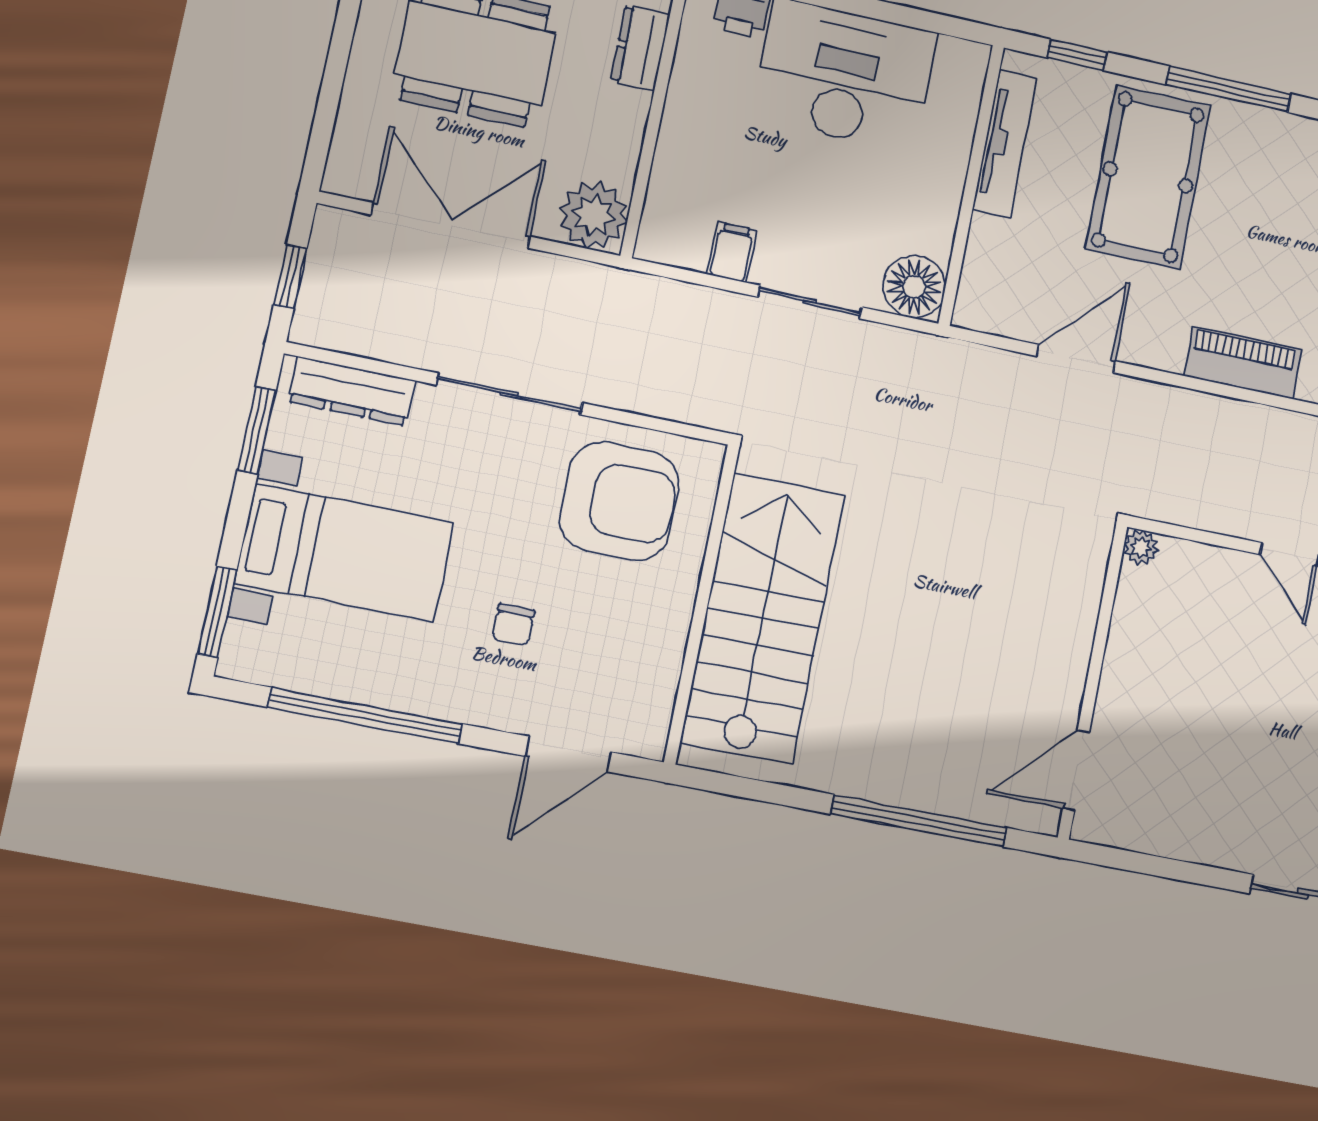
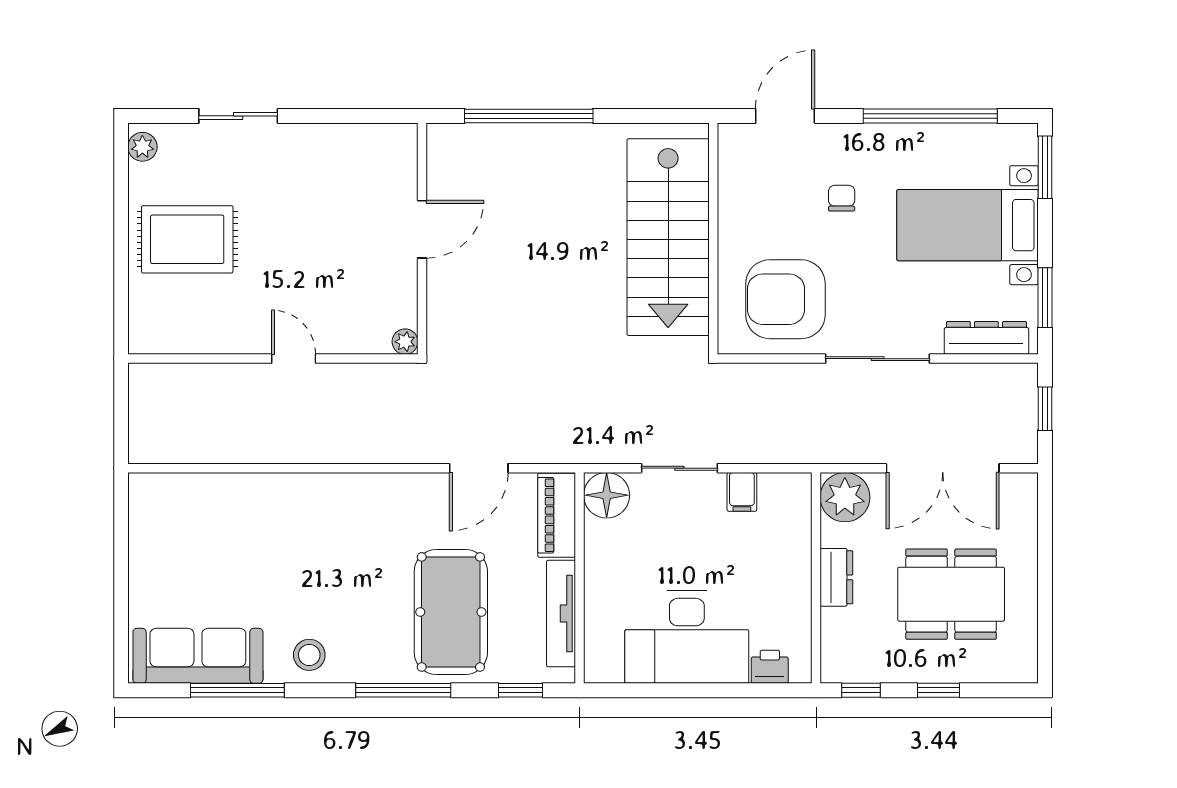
dresser: (640, 48) -> (836, 577), moved
piano: (1243, 363) -> (557, 515), moved, turned 90
door: (1076, 770) -> (422, 229), moved

